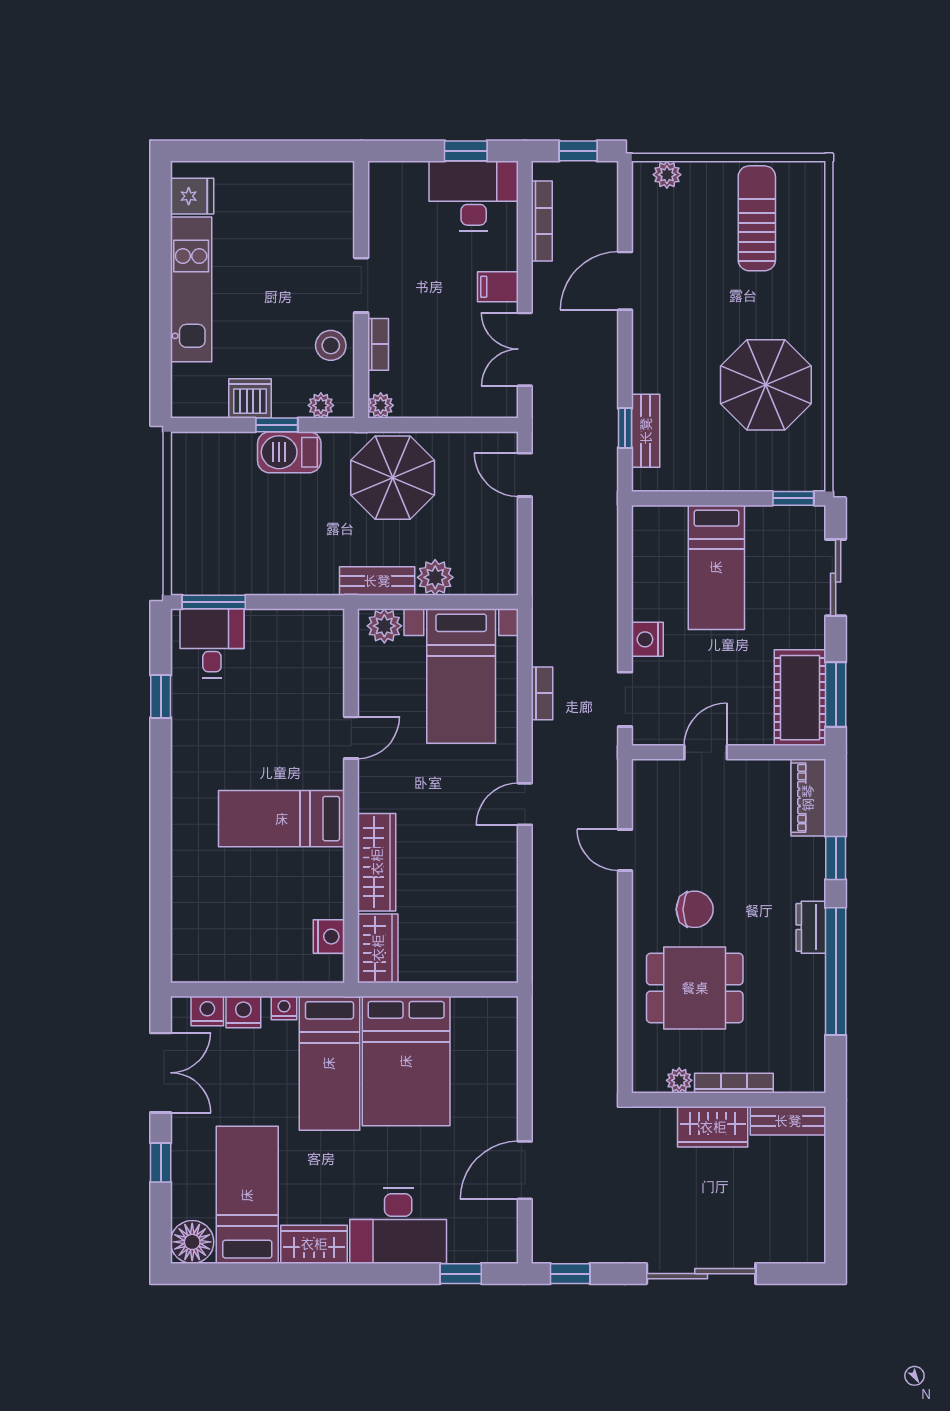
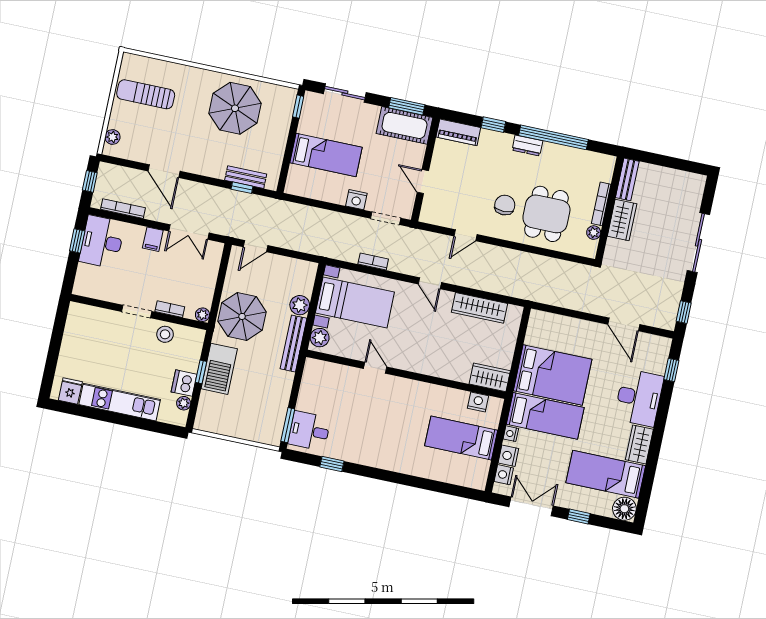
plant: (321, 405) -> (184, 403), moved
barbecue: (289, 452) -> (219, 369), width x1.37, depth x1.21
bench: (377, 581) -> (294, 344), width x1.36
bed: (282, 819) -> (461, 438), moved, turned 90
wardrobe: (377, 862) -> (479, 308), moved, turned 180

